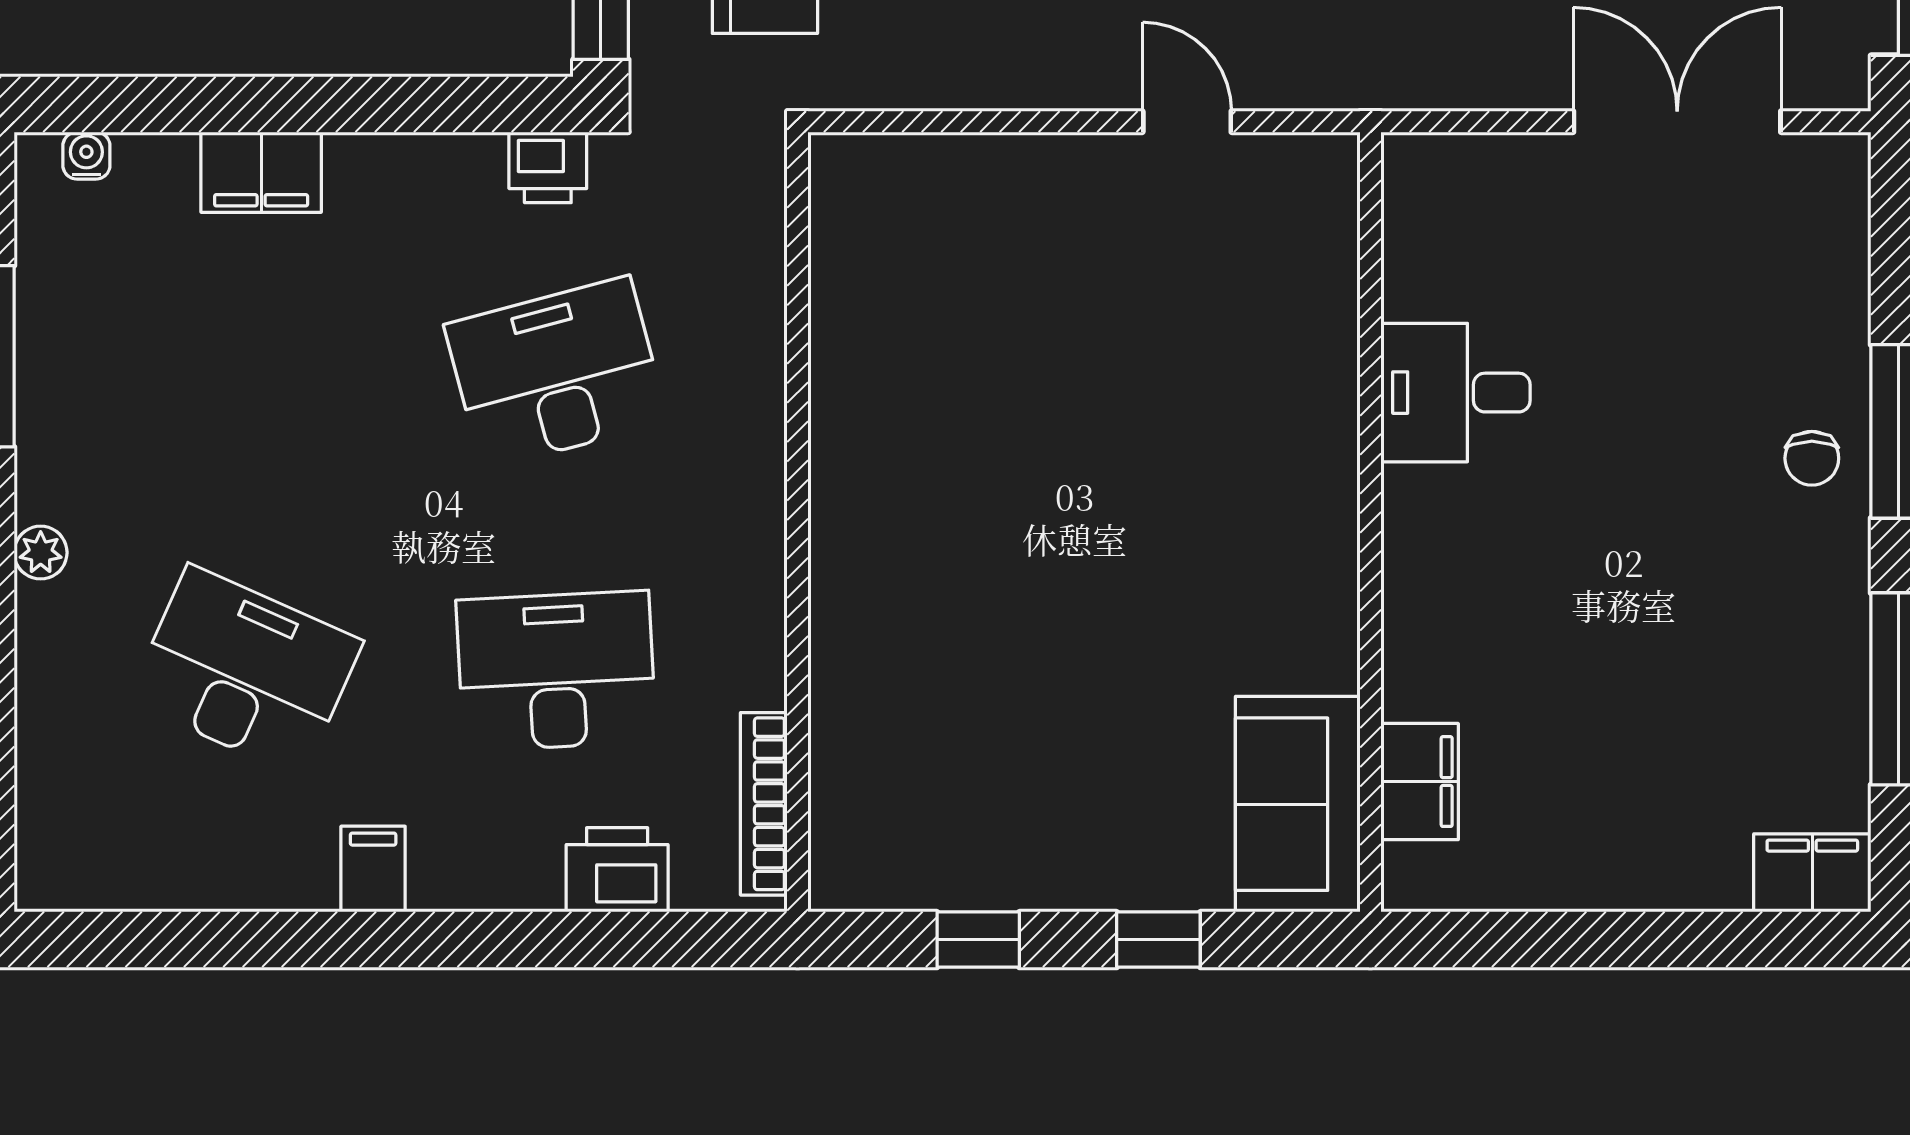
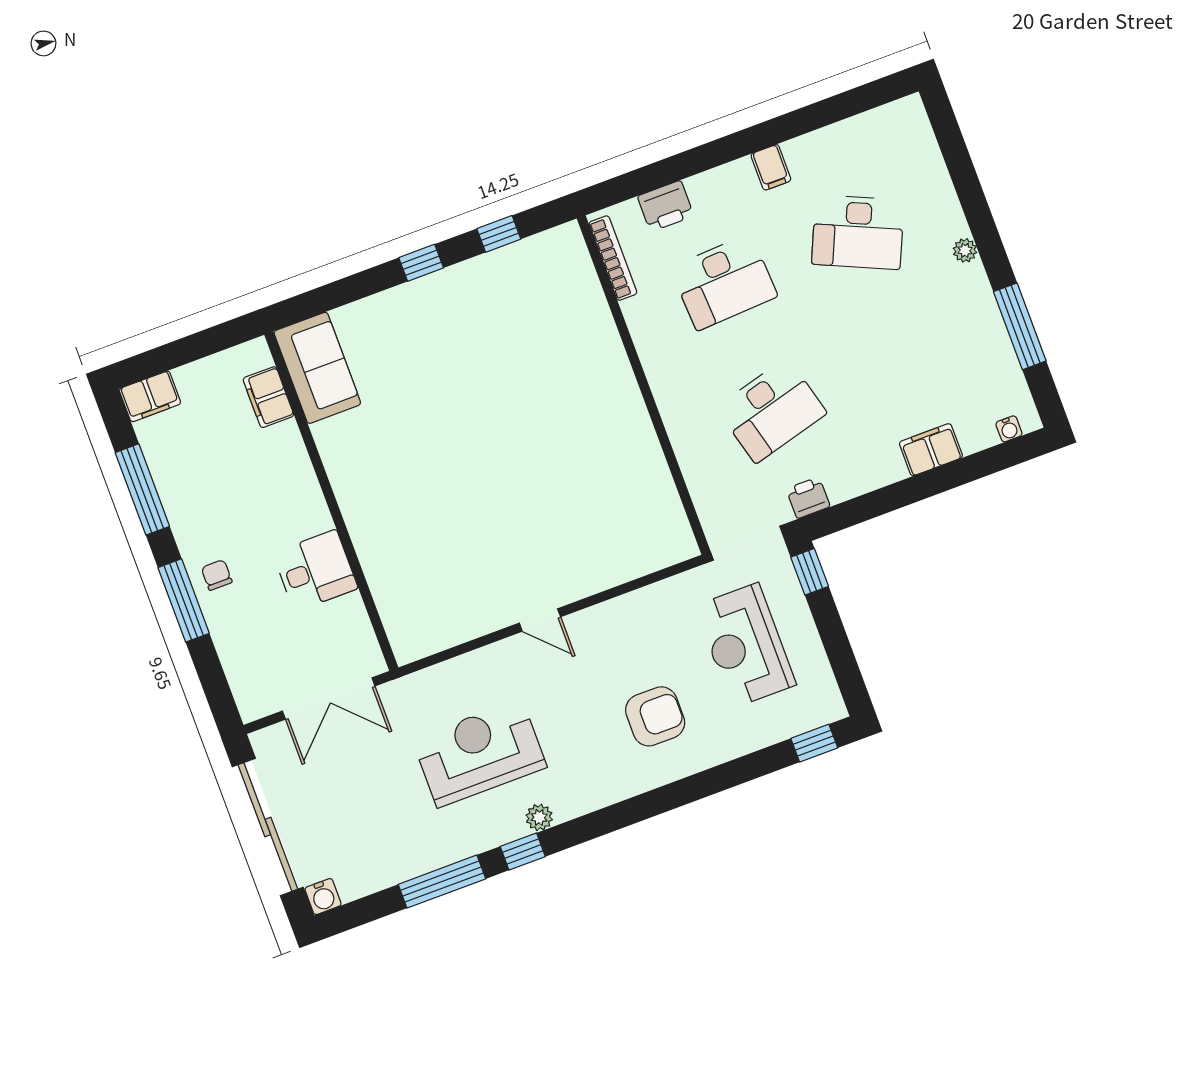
desk: (1455, 393) -> (315, 571), moved
wall: (1370, 522) -> (331, 501), moved
filing cabinet: (1420, 782) -> (268, 397), moved
sofa: (1298, 804) -> (317, 368), moved

